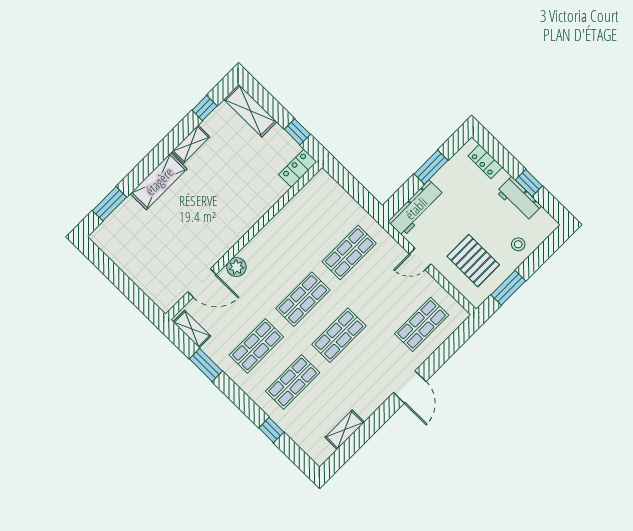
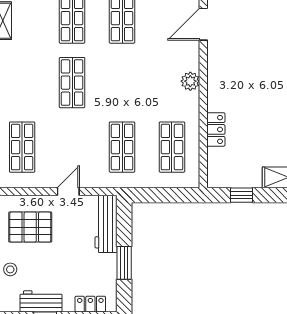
locker: (298, 168) -> (216, 129), moved
plant: (236, 267) -> (190, 81), moved
shop shelf: (303, 299) -> (172, 147), moved

